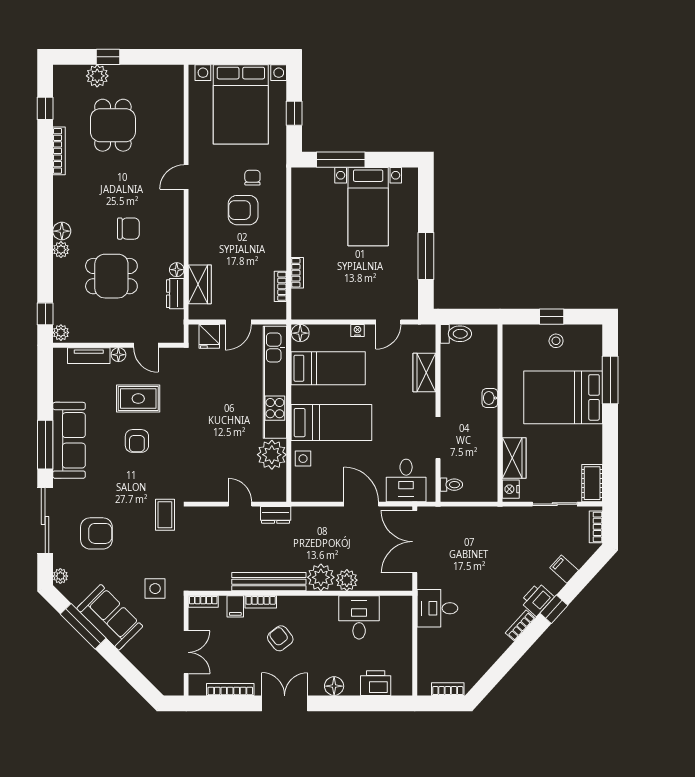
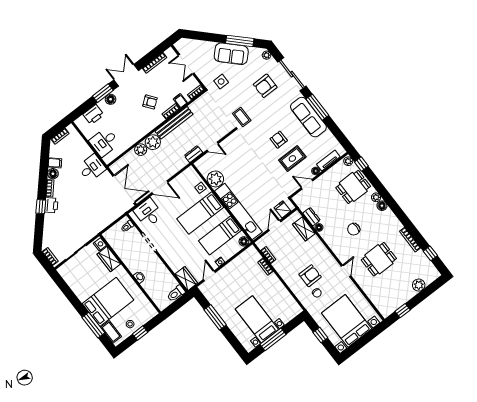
window: (108, 57) -> (403, 311), moved
dining table: (113, 125) -> (379, 259), moved, turned 90
window: (341, 160) -> (273, 339), moved
dining table: (111, 276) -> (353, 187), moved
wardrobe: (424, 372) -> (186, 279), moved
cot: (592, 483) -> (111, 332), moved
filing cabinet: (564, 569) -> (55, 163), moved
desk: (359, 617) -> (104, 142), moved, turned 90
floor lamp: (500, 643) -> (53, 174), added
double door: (285, 703) -> (126, 75), swing flipped
window: (338, 703) -> (103, 93), added

